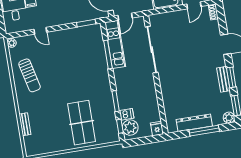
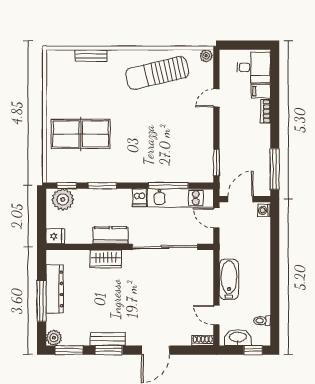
sun lounger: (30, 75) -> (157, 73), width x1.36, depth x1.34
kitchen counter: (150, 90) -> (111, 235), added
wardrobe: (167, 90) -> (106, 259), added
dishwasher: (127, 114) -> (139, 198), moved

